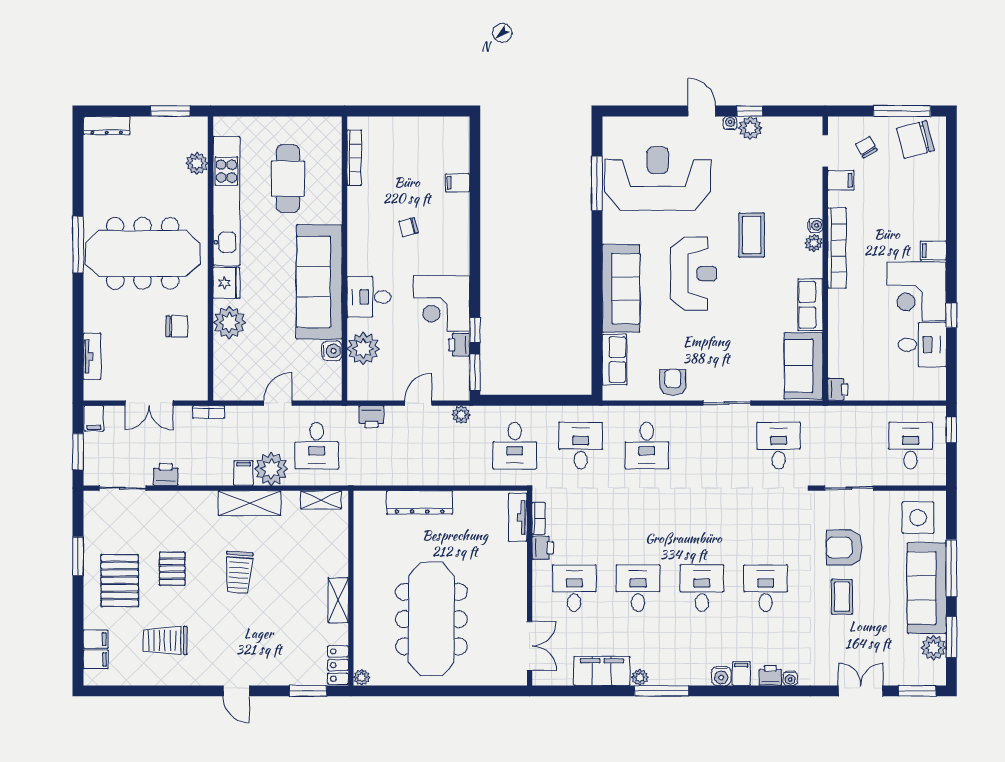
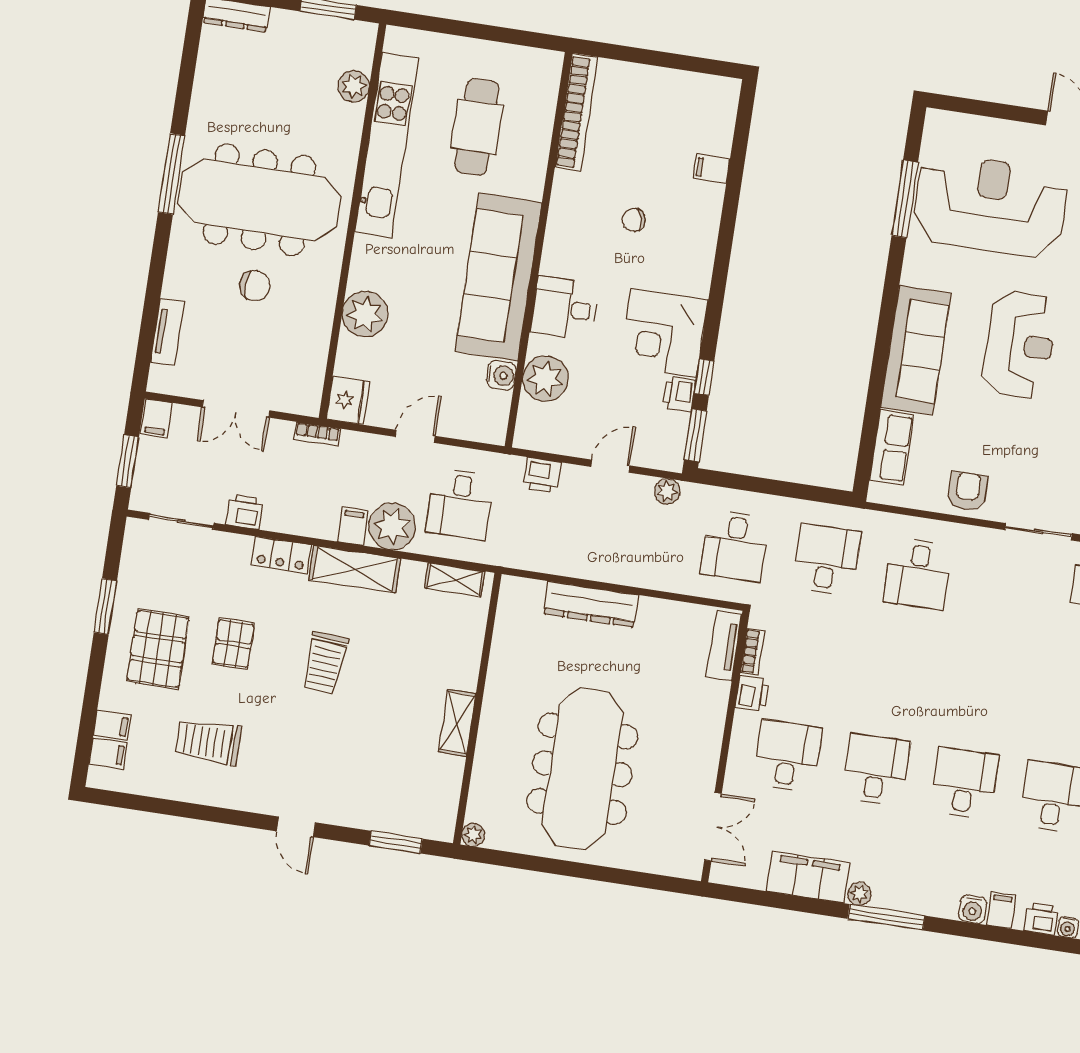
bookcase: (354, 158) -> (576, 112), width x1.48, depth x1.31
fridge: (227, 283) -> (348, 400), moved
chair: (177, 326) -> (255, 286), moved
locker: (338, 665) -> (281, 555), moved, turned -90

